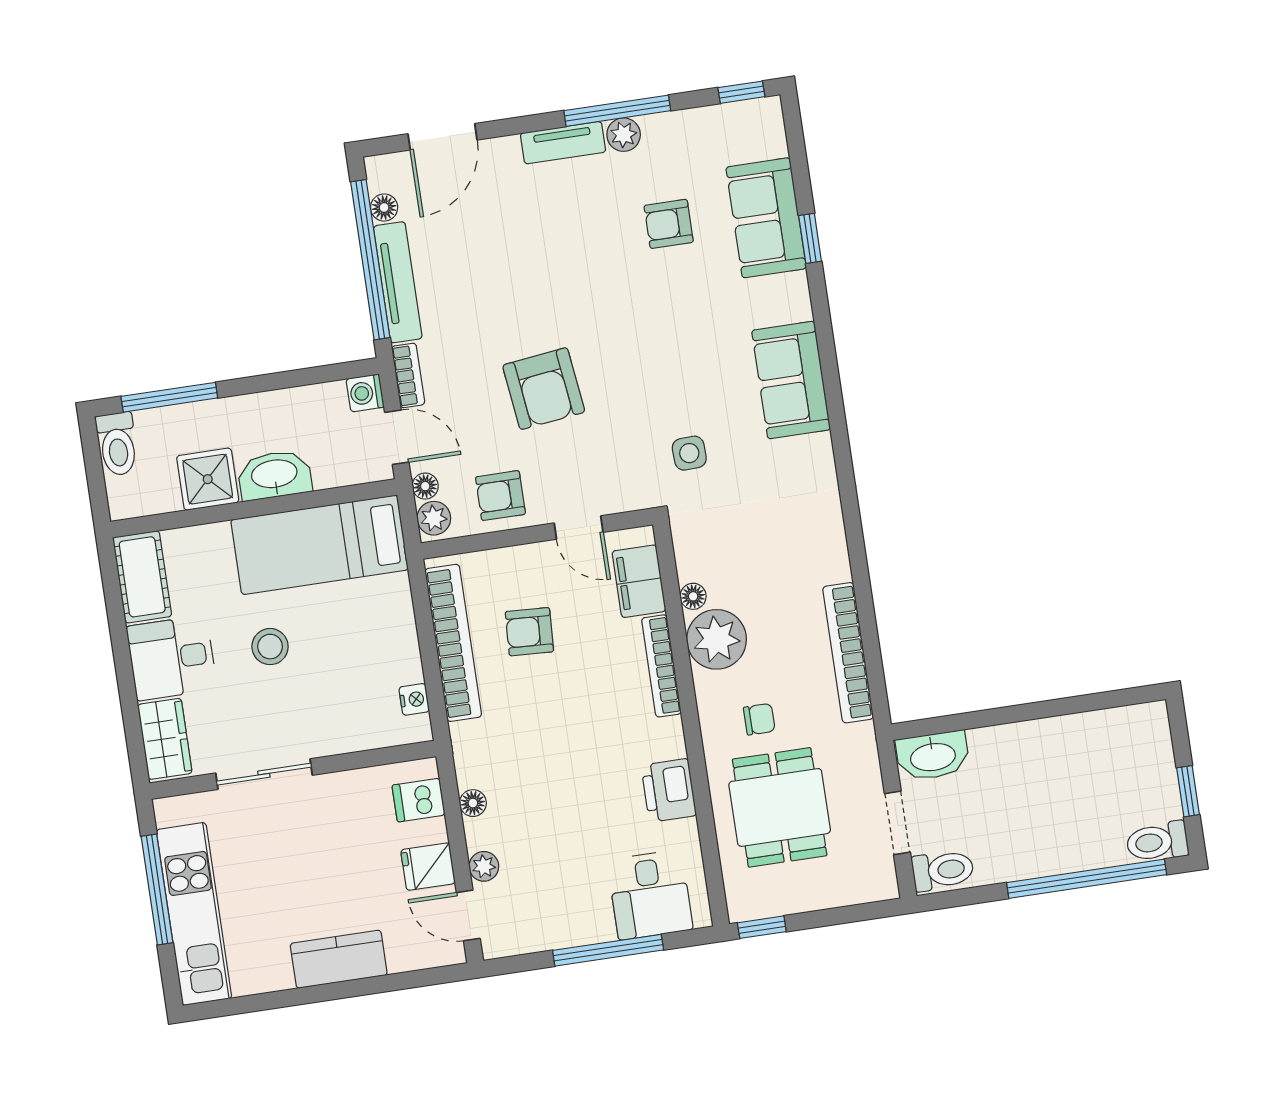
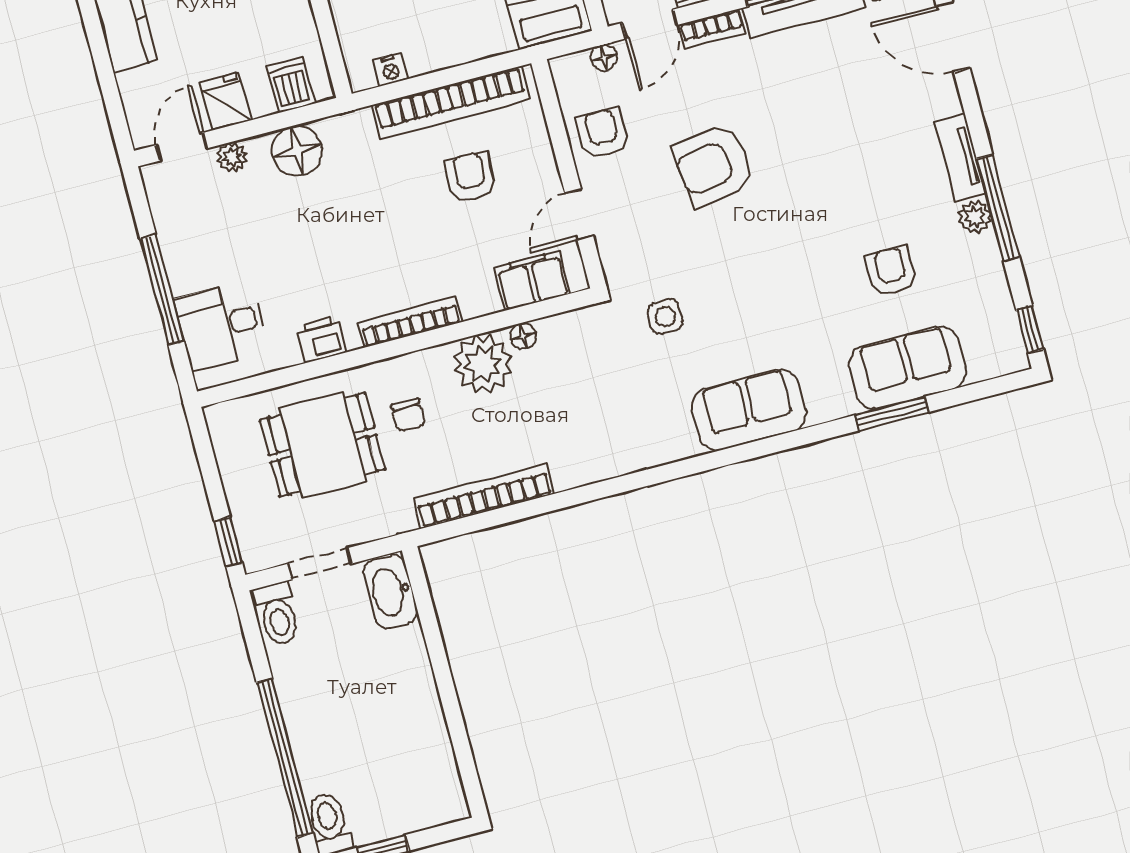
window: (810, 238) -> (892, 414), width x1.50
plant: (434, 518) -> (573, 70), removed
bookcase: (661, 666) -> (410, 322), moved
printer: (669, 790) -> (321, 339), width x0.73, depth x0.81
floor lamp: (473, 803) -> (297, 151), width x1.89, depth x1.89
window: (762, 927) -> (228, 542), moved

